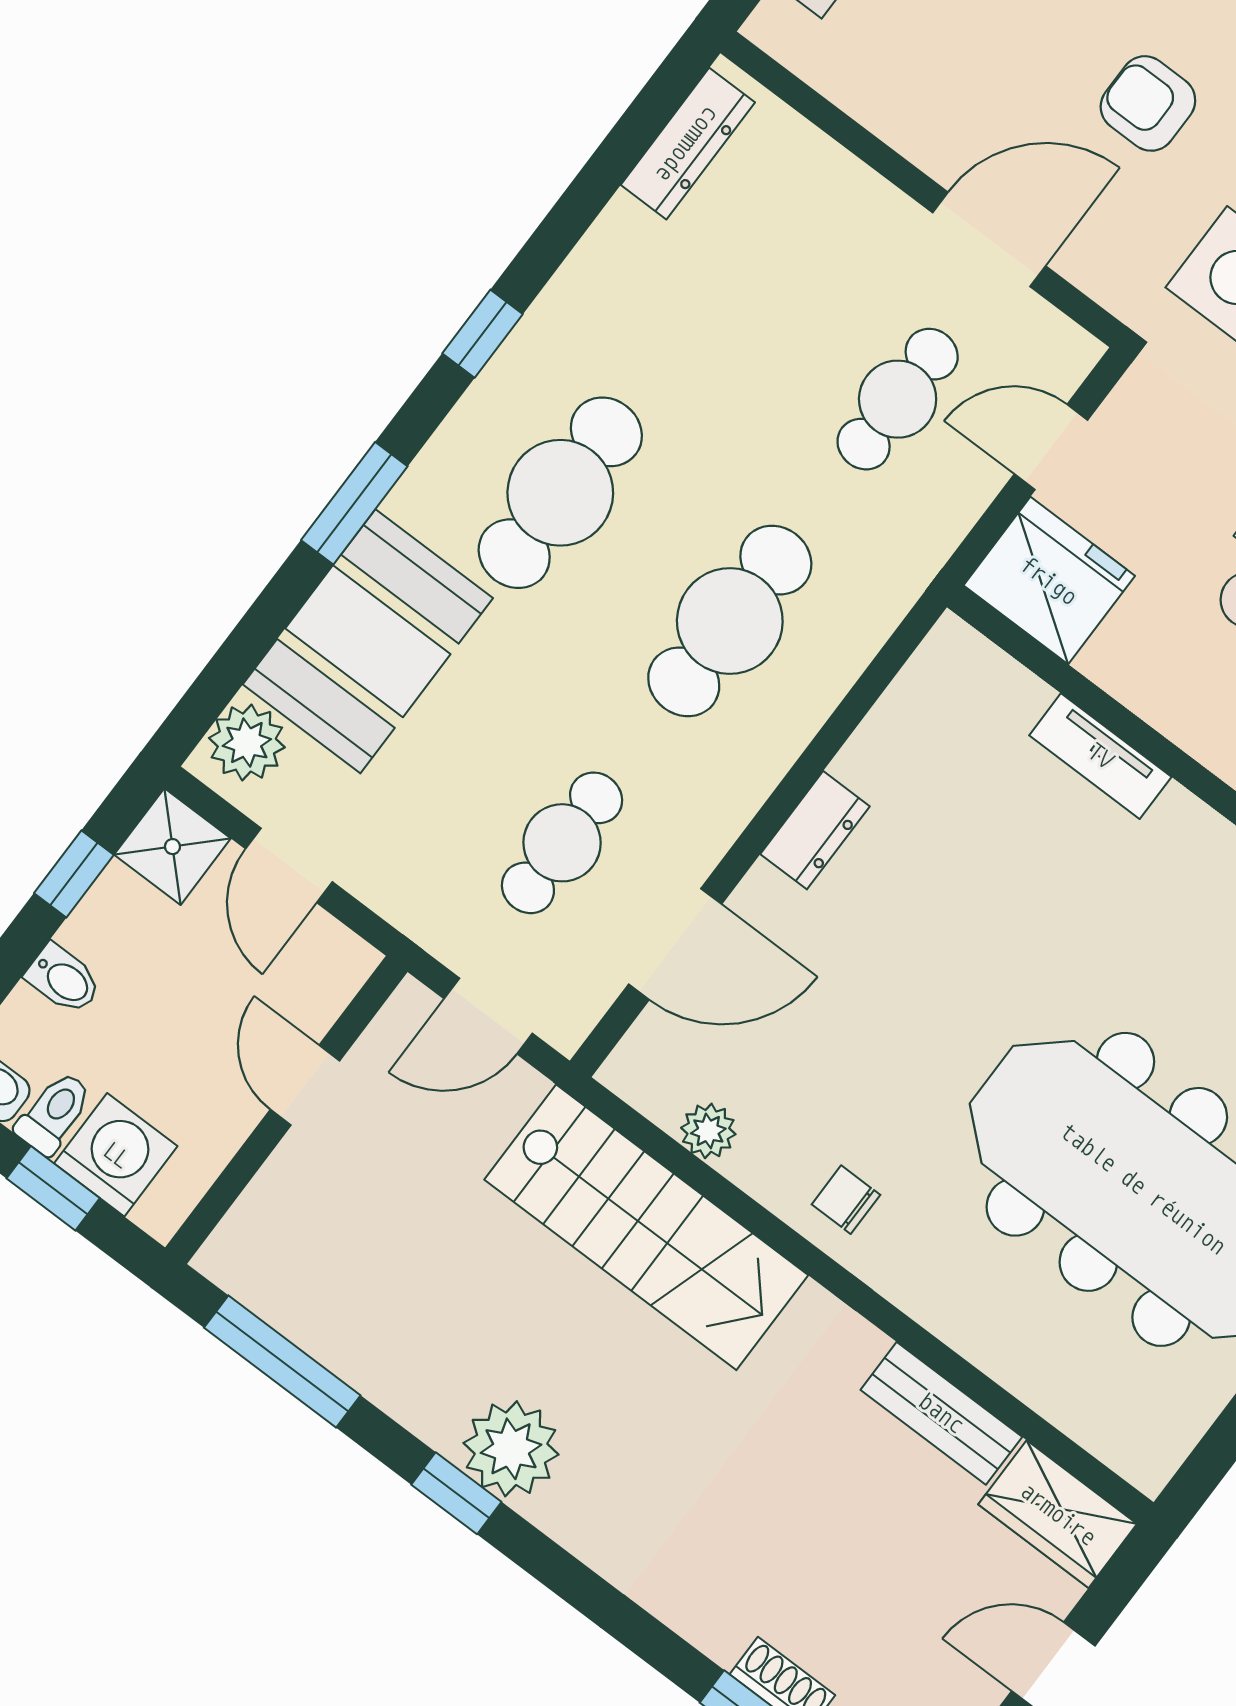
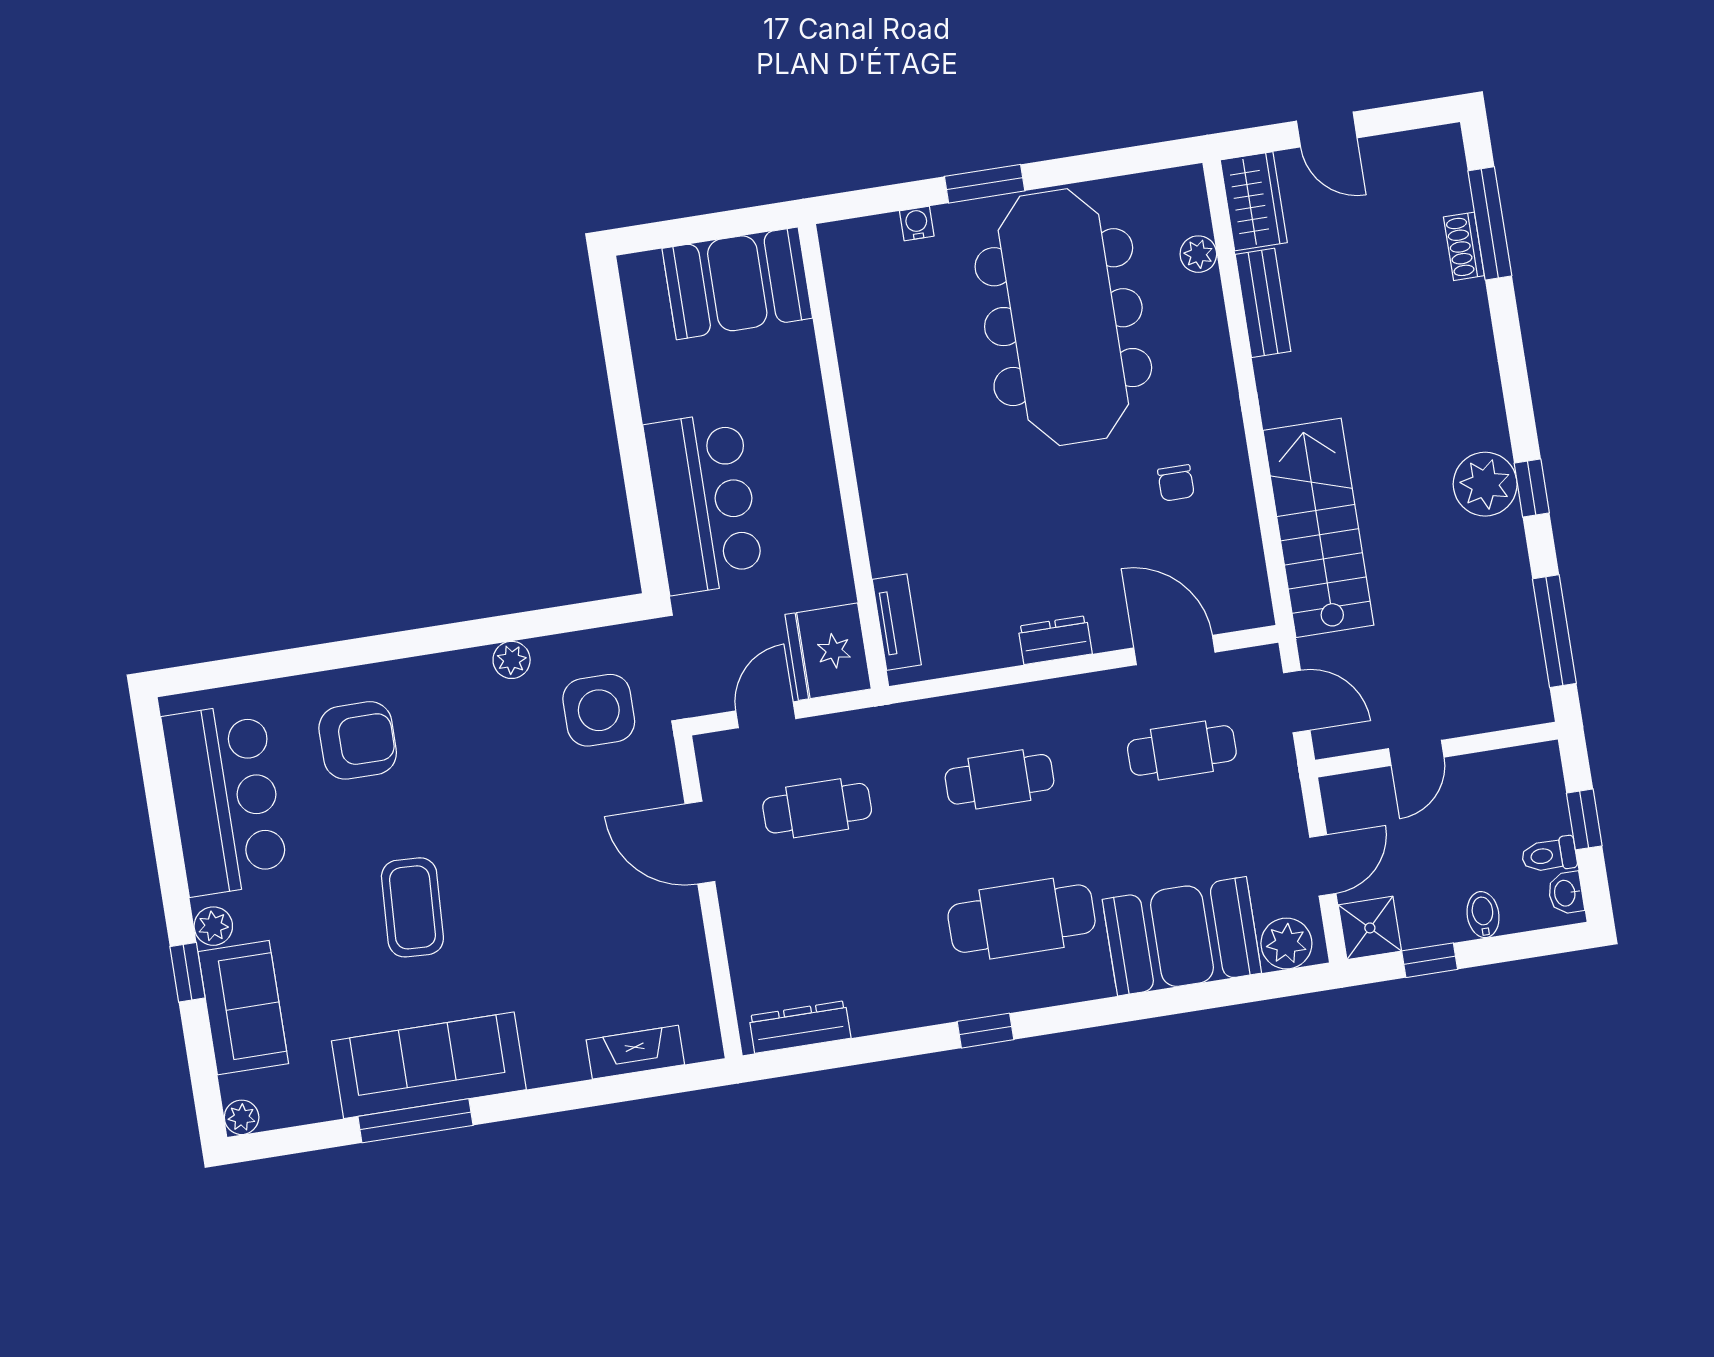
armchair: (1148, 103) -> (561, 834), removed
door: (1051, 447) -> (766, 715), swing flipped
window: (354, 503) -> (1125, 1008), removed
cafe table: (730, 621) -> (999, 779), width x0.73, depth x0.74
tv unit: (1100, 756) -> (897, 622), moved
plant: (708, 1131) -> (1198, 254), moved
washing machine: (116, 1155) -> (1539, 807), removed
chair: (846, 1200) -> (1176, 483), moved

